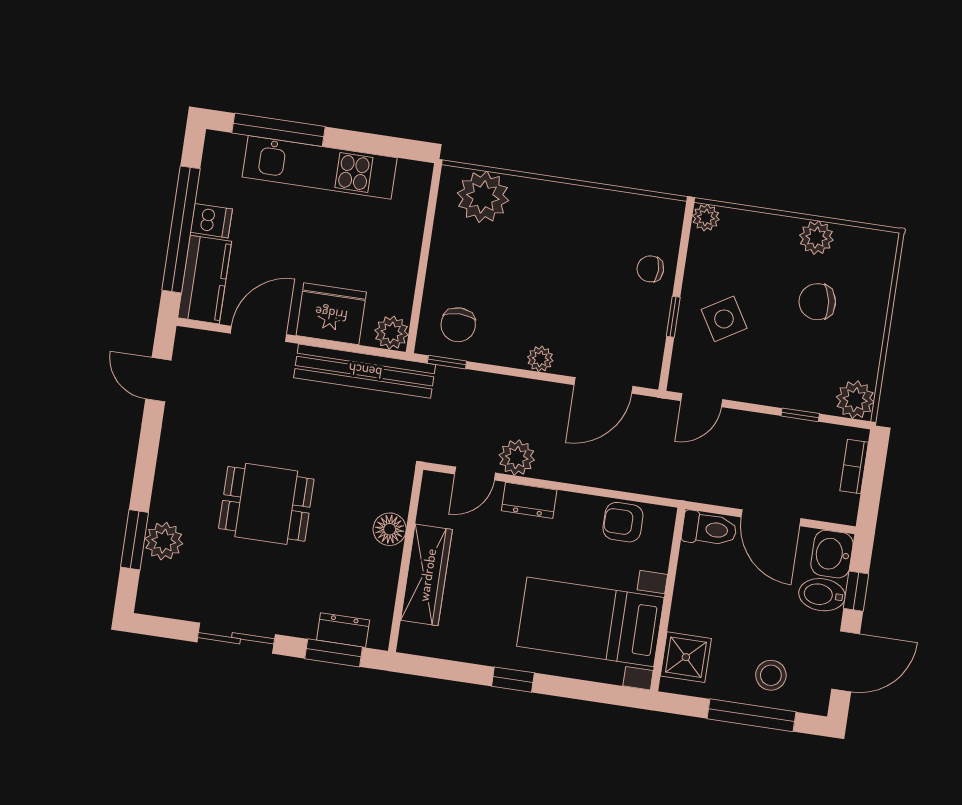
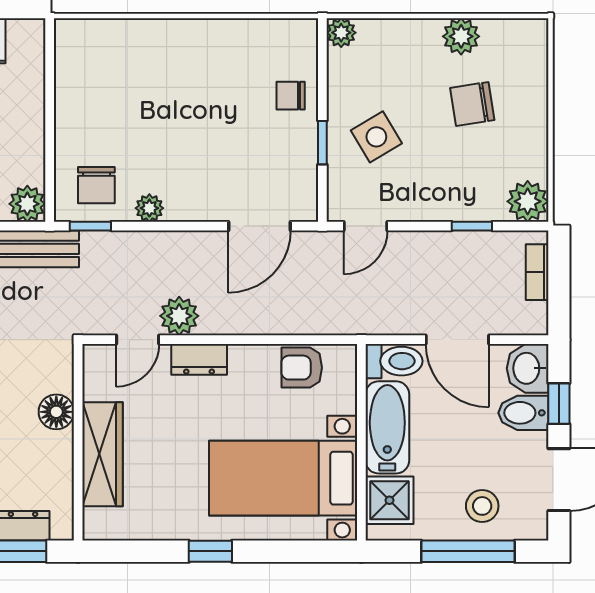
plant: (483, 197) -> (102, 46), removed
plant: (540, 359) -> (149, 208), moved
bathtub: (694, 589) -> (387, 427), added

